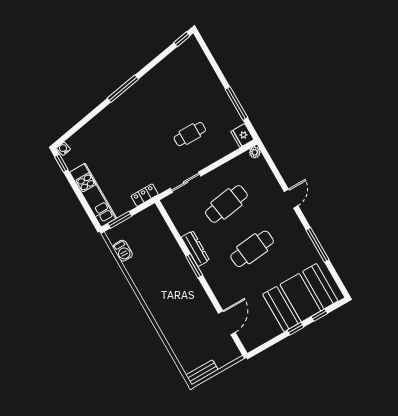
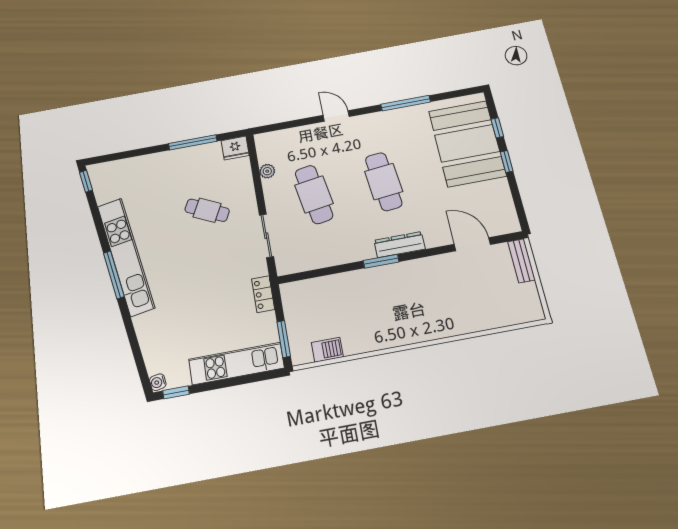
kitchen unit: (138, 91) -> (126, 256), added
cafe table: (190, 134) -> (207, 210), turned -64
plant: (255, 152) -> (267, 171), moved
dresser: (195, 249) -> (400, 245), moved
bench: (202, 372) -> (521, 261), moved

